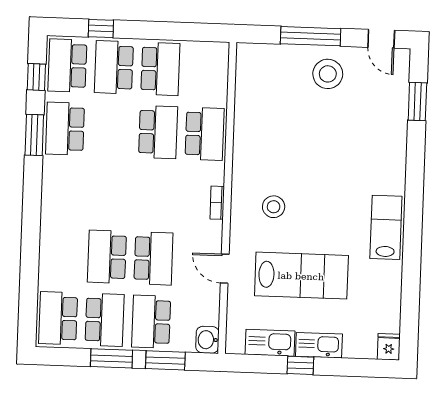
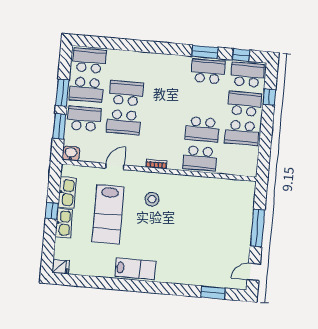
stool: (328, 74) -> (233, 237), removed

